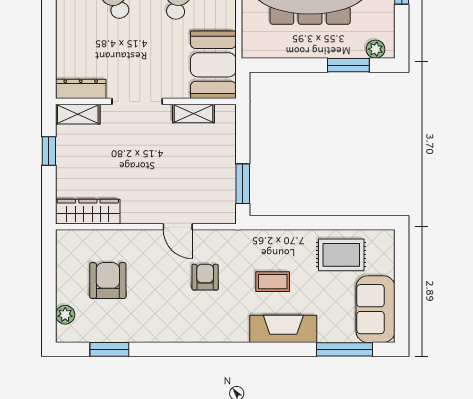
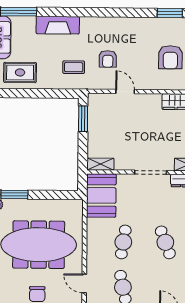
shelving: (193, 113) -> (100, 164), moved
coffee table: (273, 282) -> (74, 67), moved

